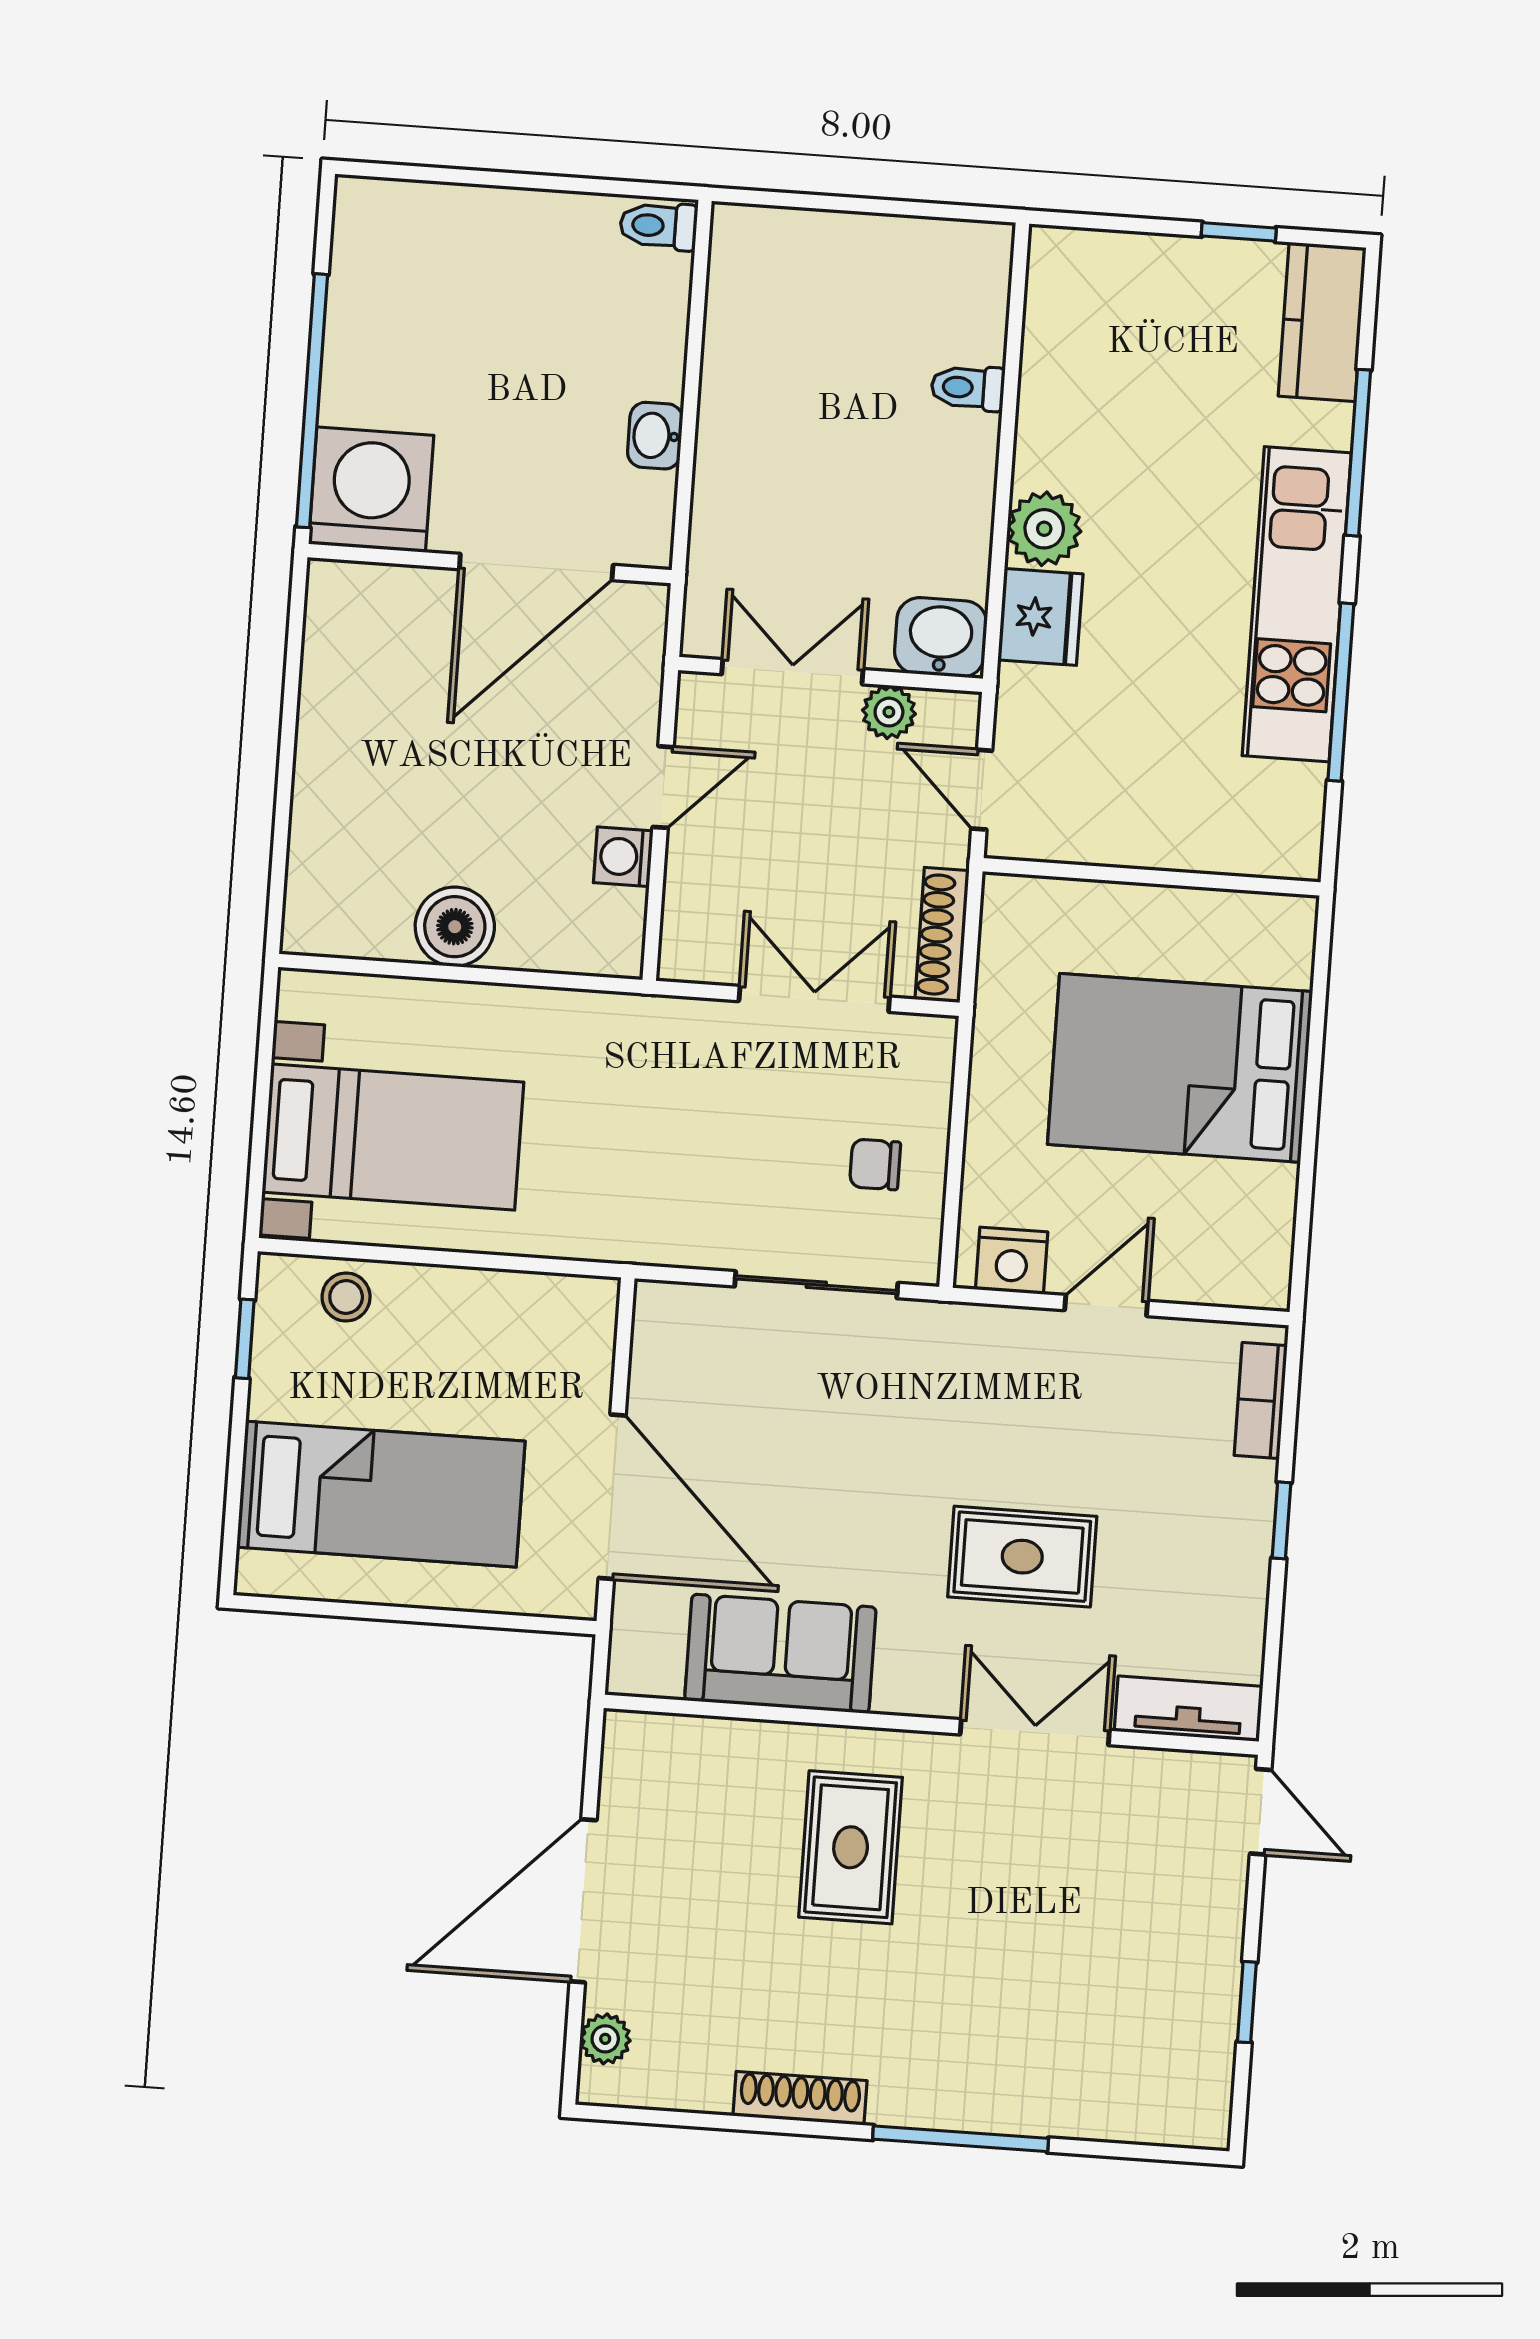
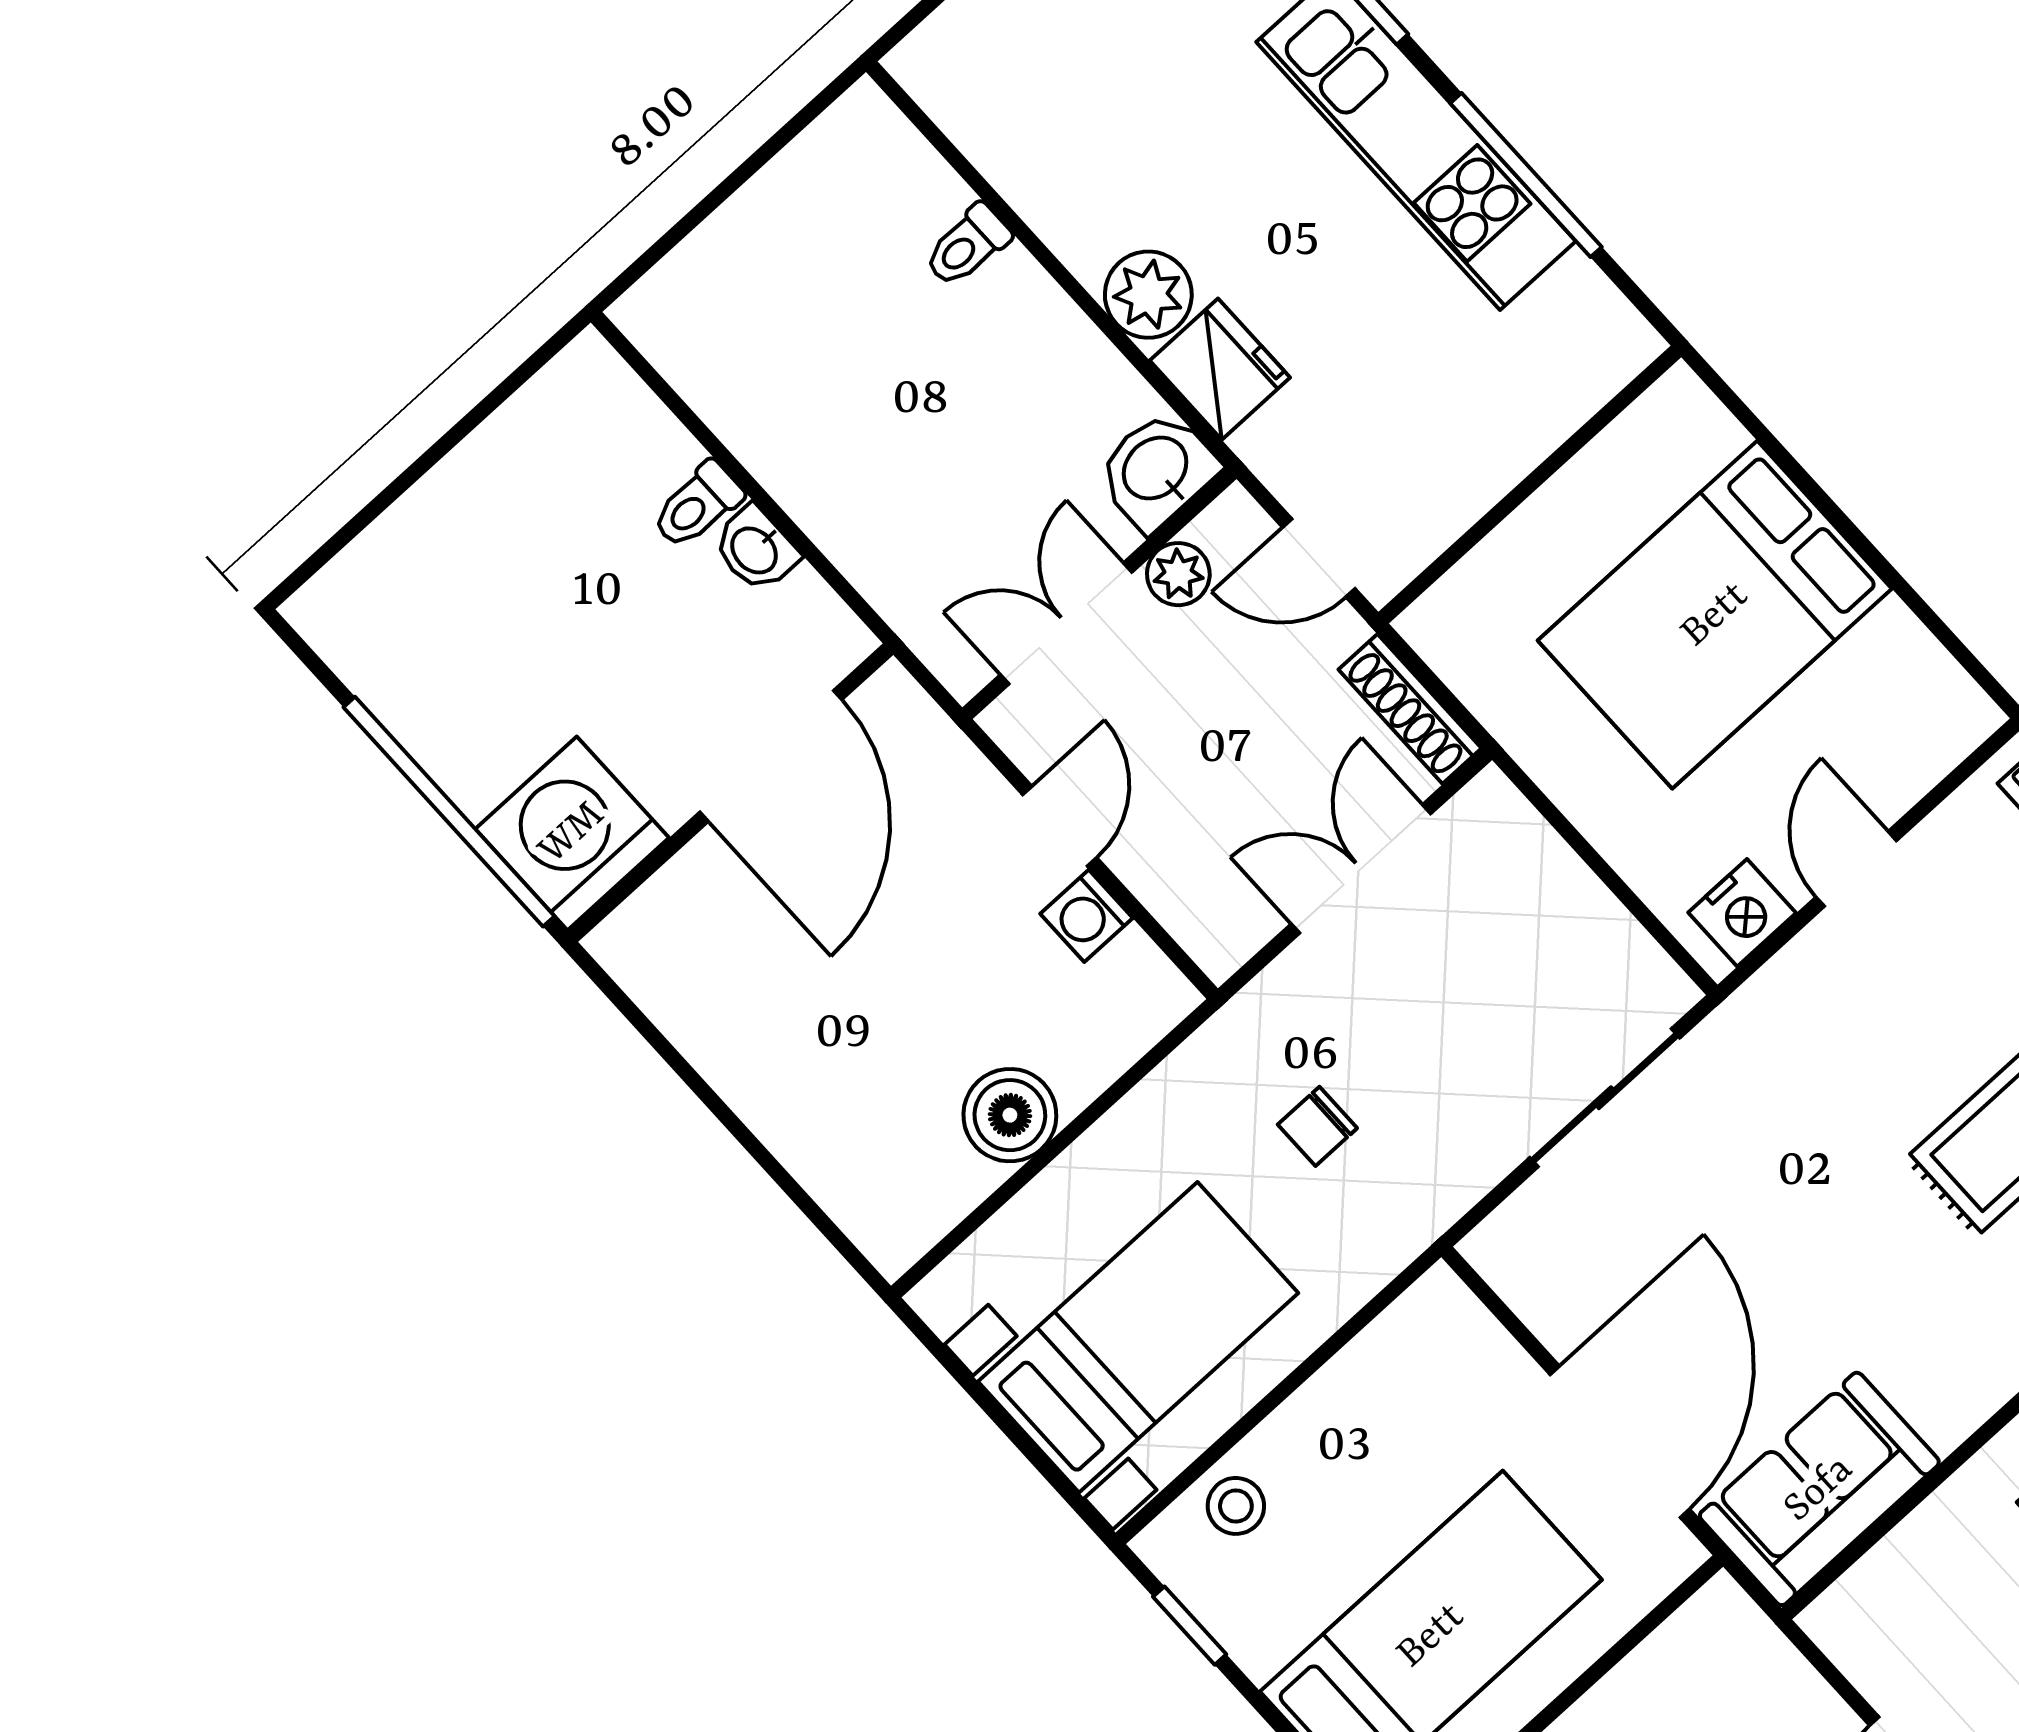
toilet: (659, 226) -> (697, 505), moved
chair: (875, 1164) -> (1317, 1126), moved
door: (612, 1497) -> (1620, 1442), hinge flipped
sofa: (780, 1654) -> (1819, 1489), moved

